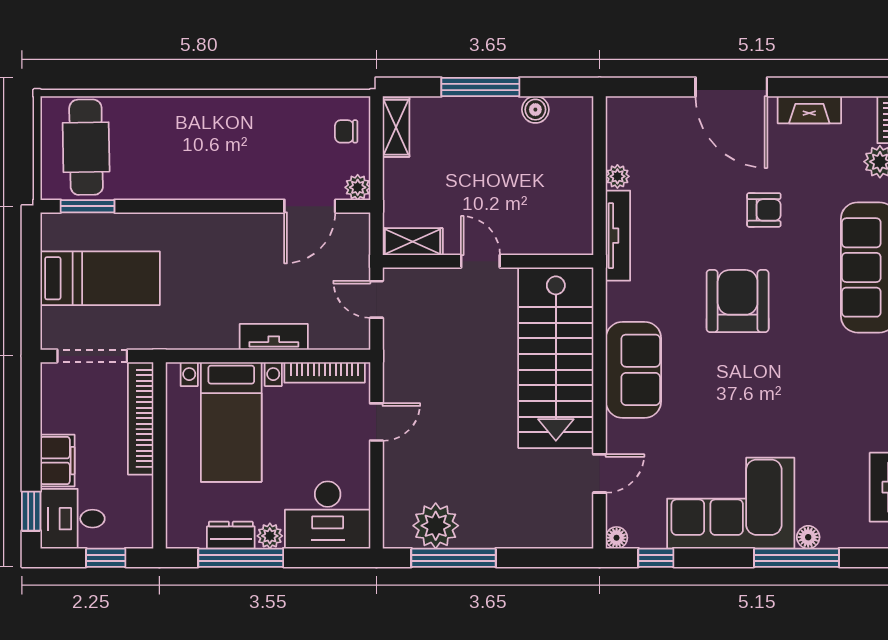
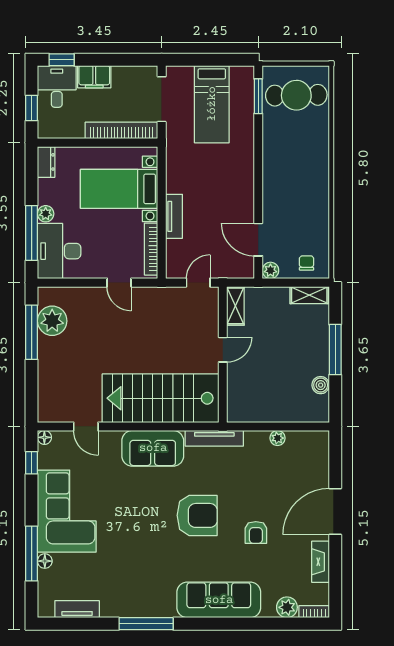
tv unit: (618, 236) -> (214, 438), moved
dresser: (231, 535) -> (46, 162), moved
window: (241, 558) -> (32, 233), moved

